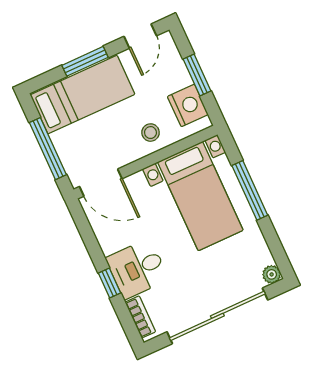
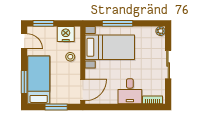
window: (85, 61) -> (24, 82), moved
window: (197, 75) -> (43, 23), moved
window: (48, 149) -> (56, 107), width x0.69
window: (110, 283) -> (131, 107), removed
sliding door: (217, 316) -> (168, 65), width x0.54

